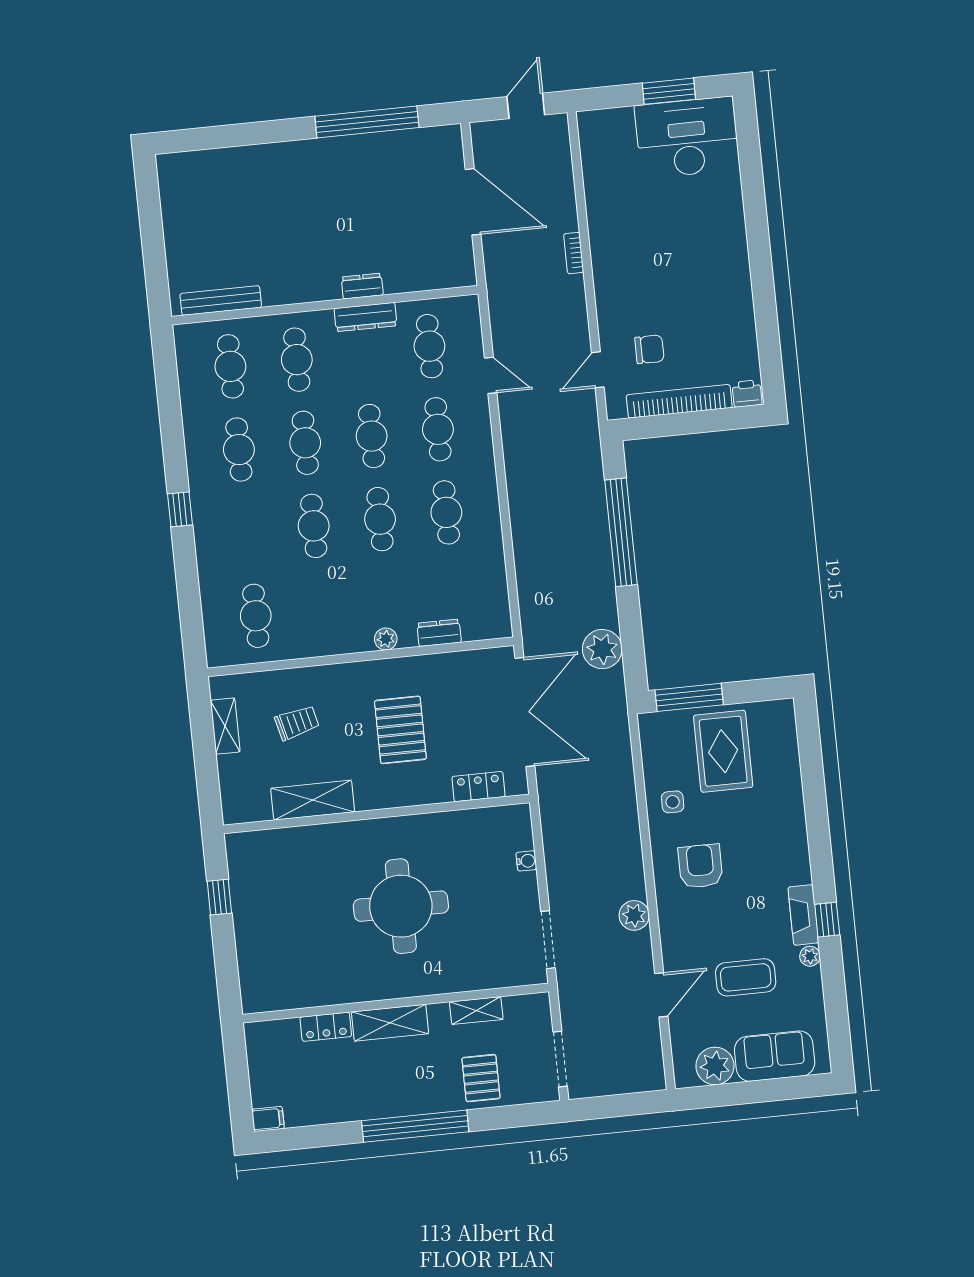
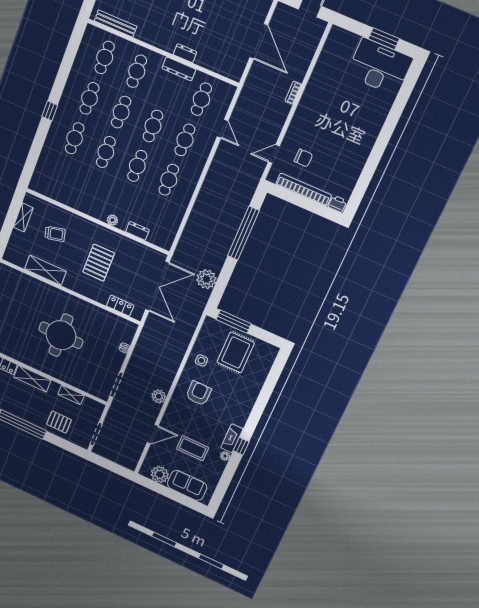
cafe table: (256, 616) -> (75, 138), moved
pallet: (481, 1078) -> (59, 422), turned 90

